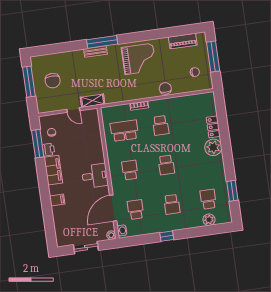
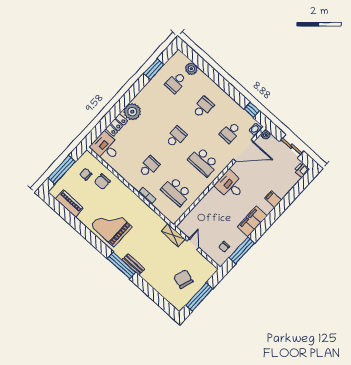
chair: (53, 81) -> (183, 279), turned -72
chair: (165, 88) -> (102, 182), moved
desk: (203, 105) -> (106, 147), added
printer: (48, 150) -> (302, 170), moved
school desk: (130, 170) -> (203, 162), width x1.85
window: (167, 236) -> (252, 110), moved

